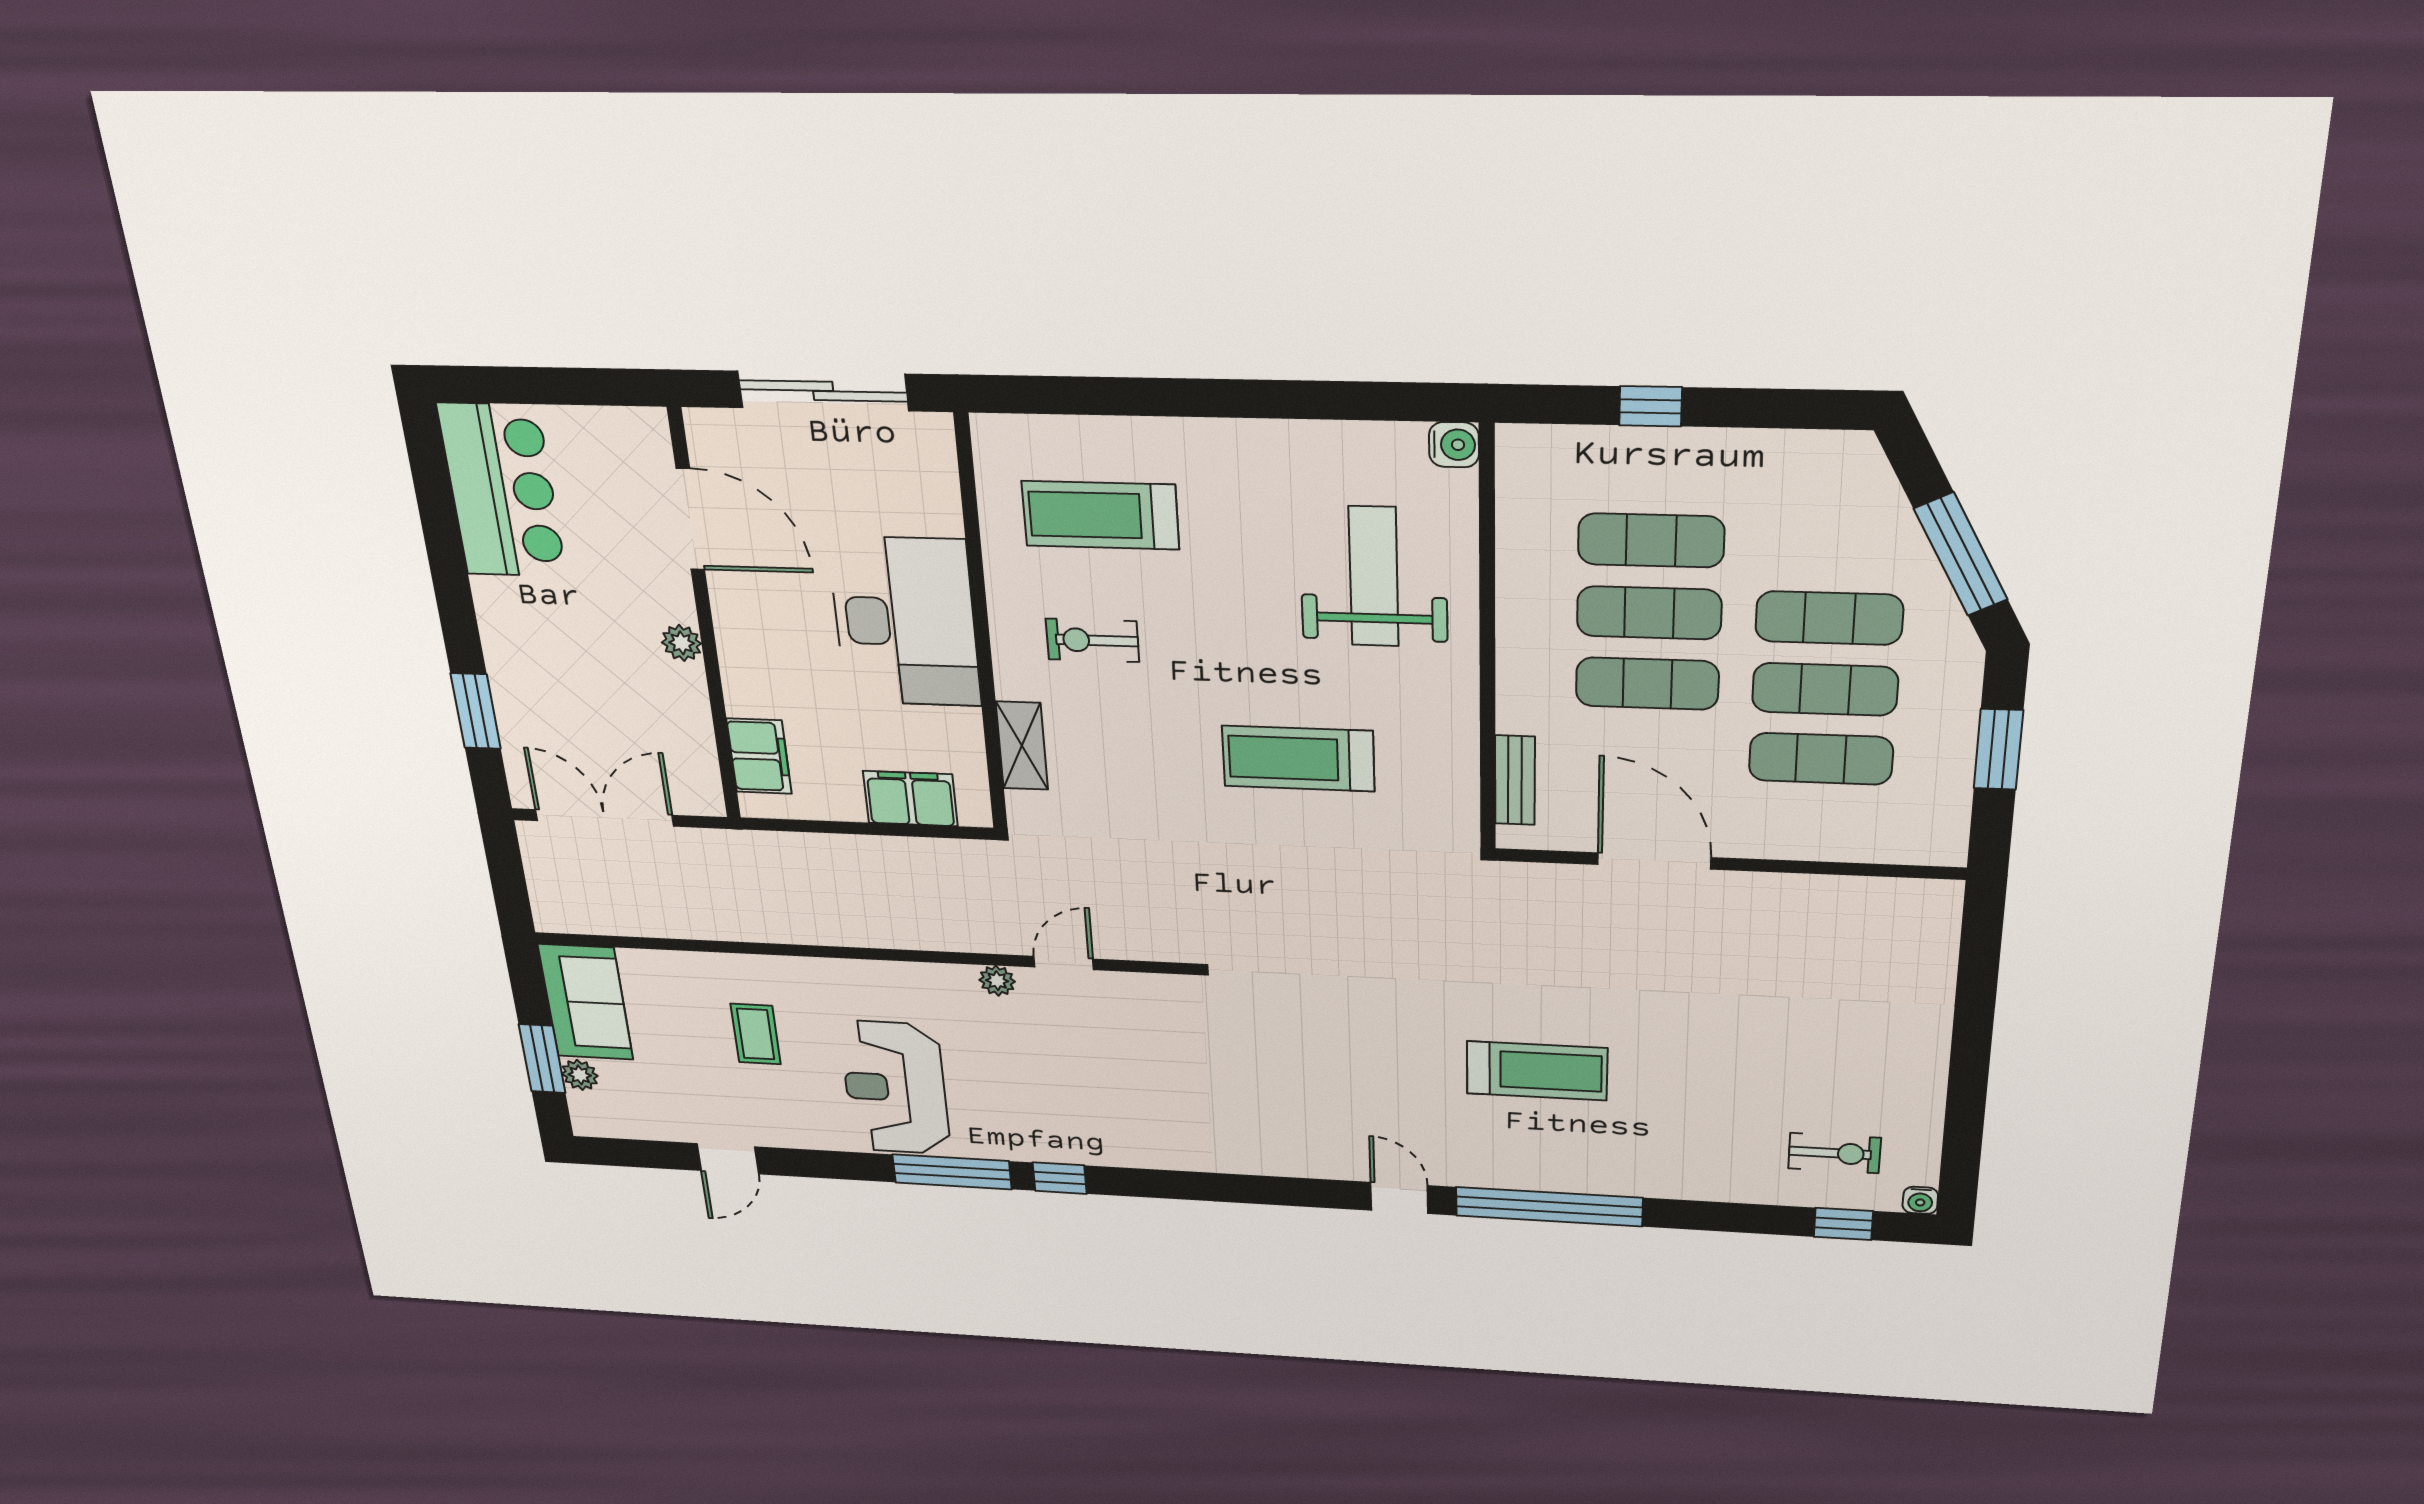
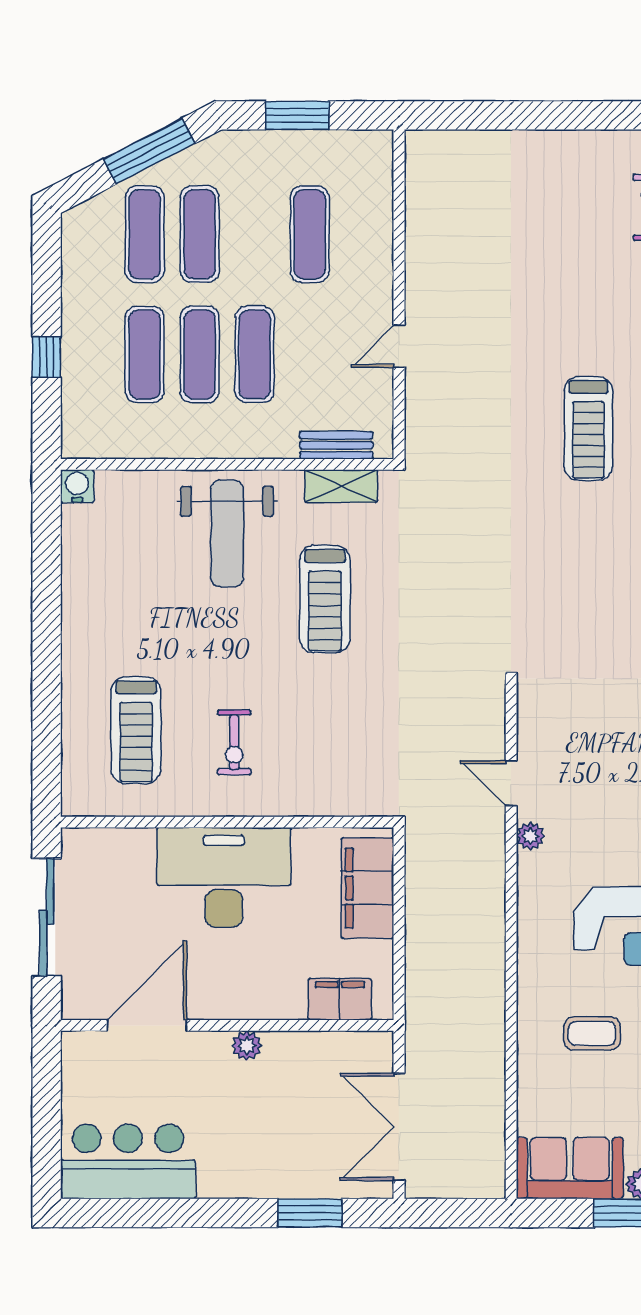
weight bench: (1374, 577) -> (227, 533), moved, turned -90
exercise mat: (1825, 689) -> (145, 234), moved
shelving: (1022, 746) -> (341, 486), moved
filing cabinet: (910, 799) -> (368, 888), width x1.50, depth x1.17
door: (1654, 861) -> (399, 346), width x0.53
treadmill: (1537, 1071) -> (588, 428), turned 180

